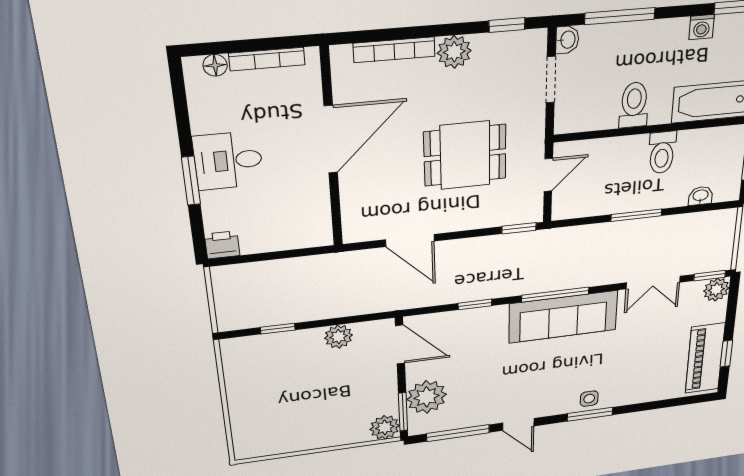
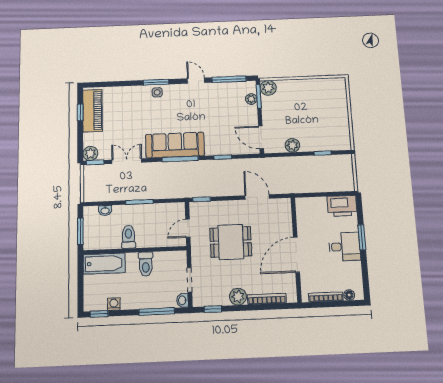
printer: (222, 245) -> (342, 206), width x1.87, depth x1.48
plant: (427, 397) -> (251, 99), width x0.53, depth x0.53

